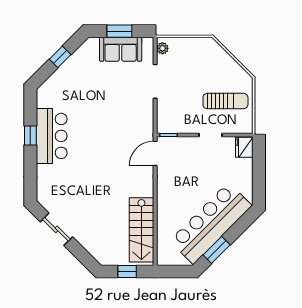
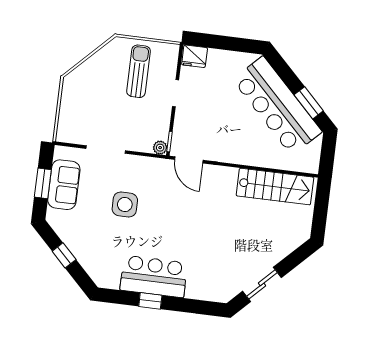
plant: (162, 48) -> (160, 148), moved
side table: (110, 103) -> (125, 205), added
window: (127, 272) -> (321, 209), removed

